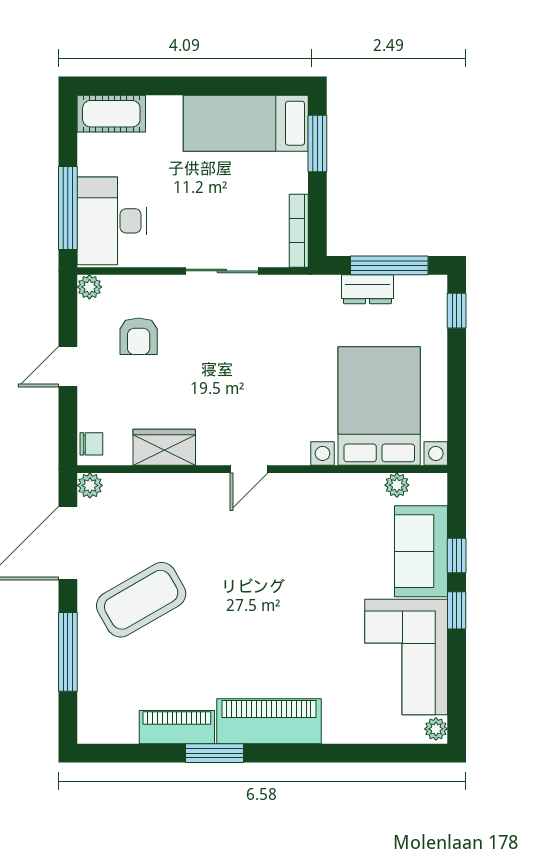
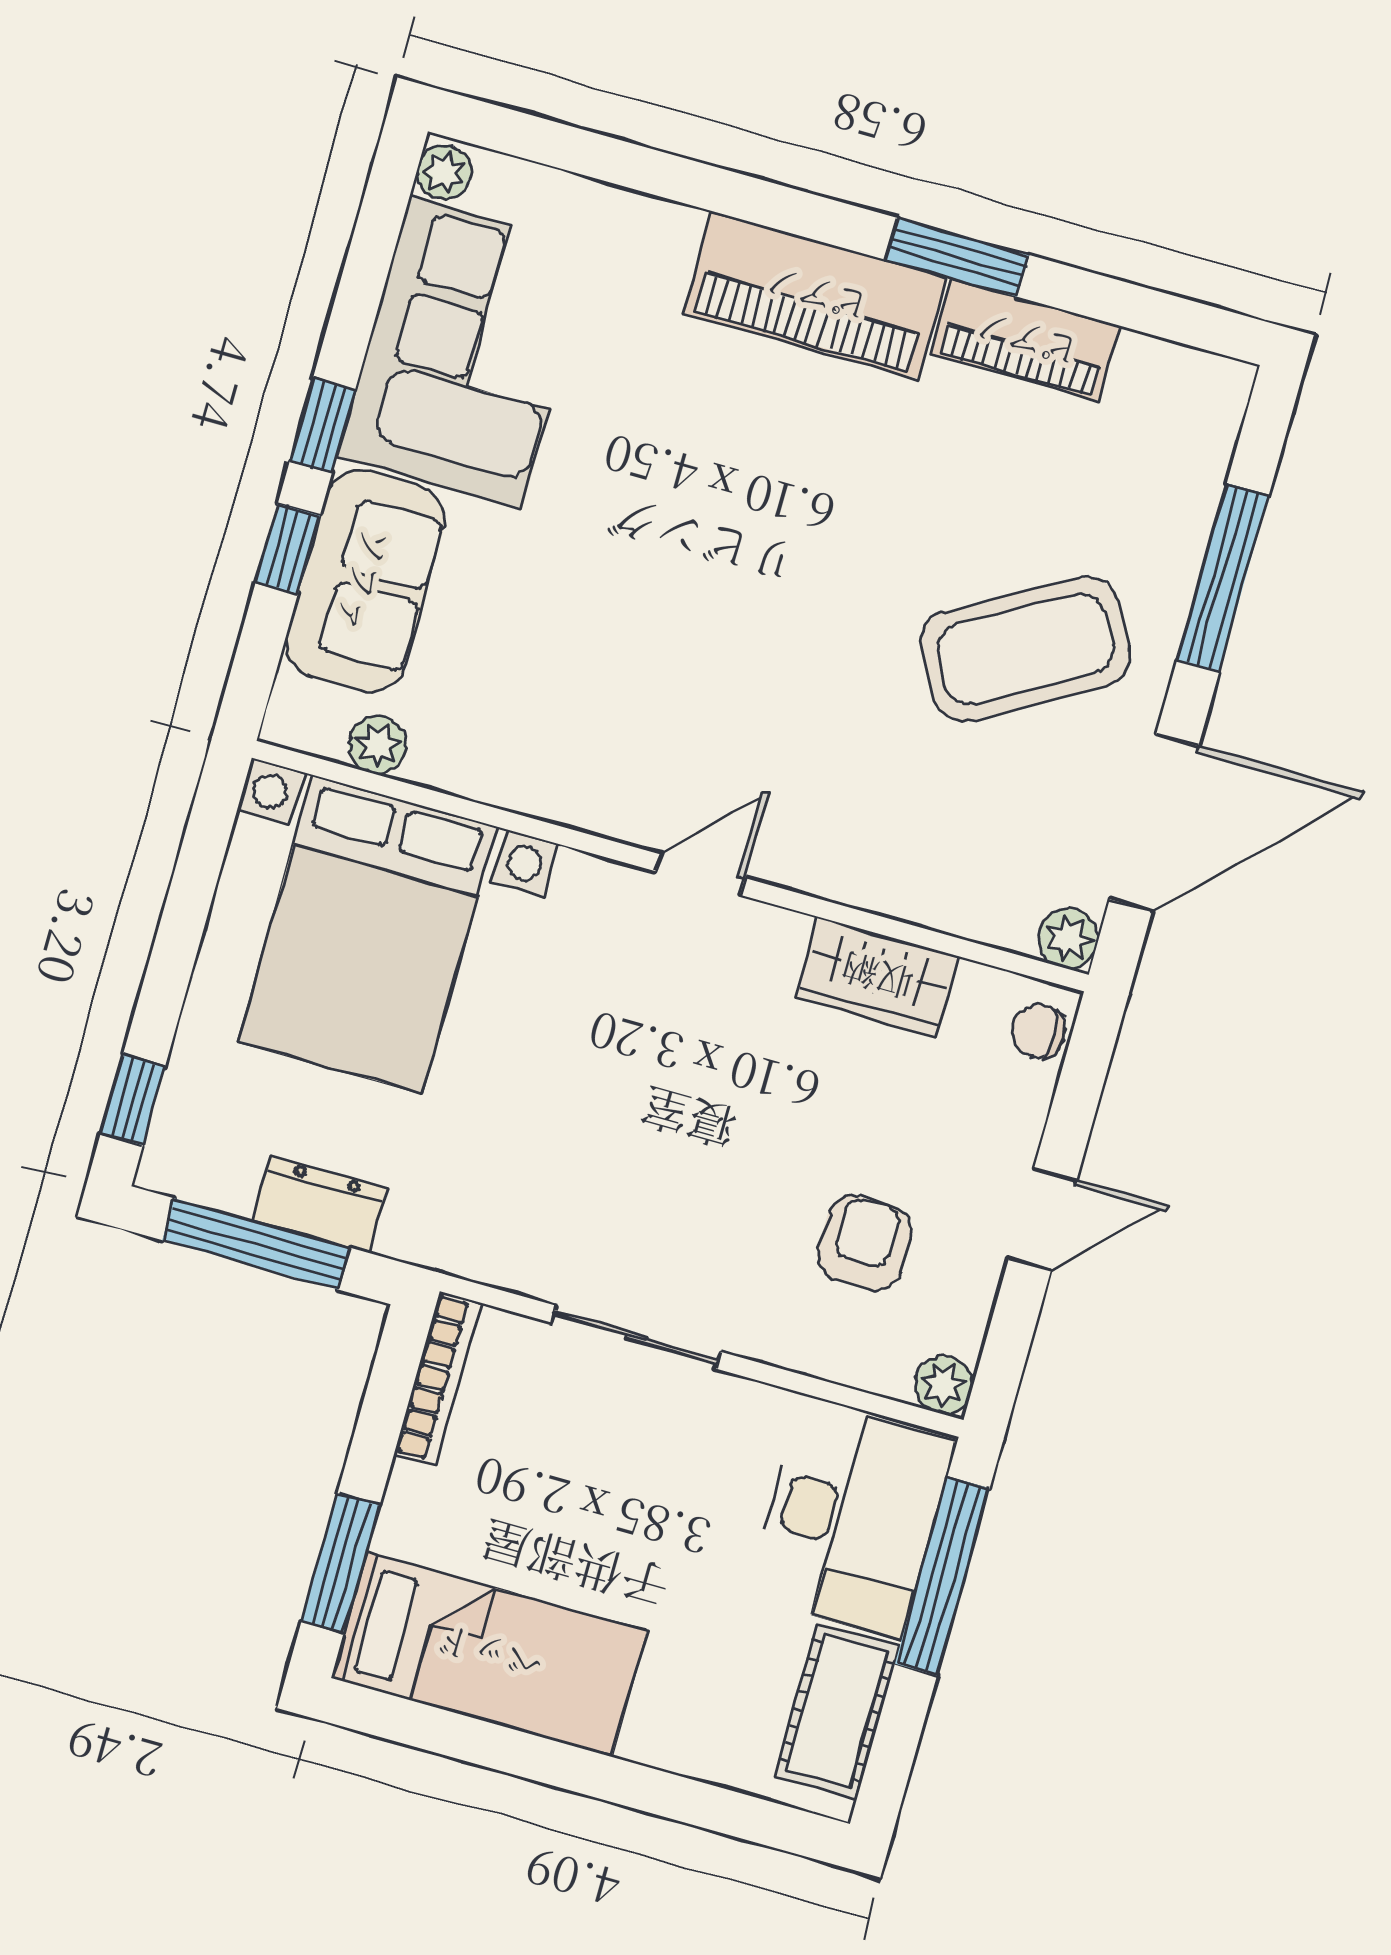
cot: (111, 114) -> (837, 1711), moved, turned 90

